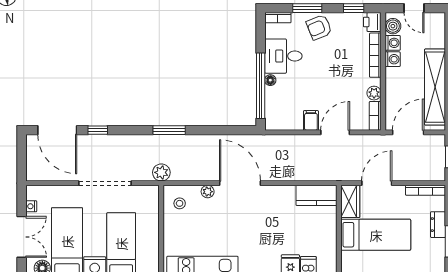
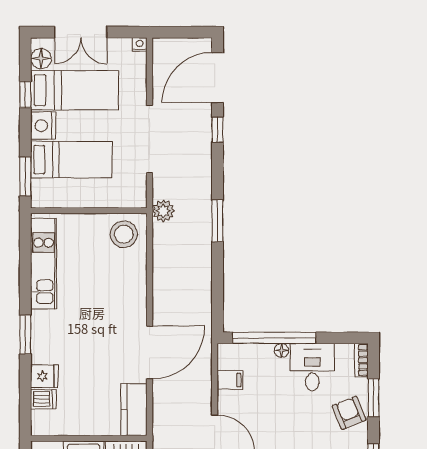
filing cabinet: (311, 120) -> (230, 380), moved
door: (240, 183) -> (150, 352), moved
plant: (208, 192) -> (139, 270), removed
stool: (180, 203) -> (124, 234), width x1.89, depth x1.89
nightstand: (31, 206) -> (140, 44), moved

